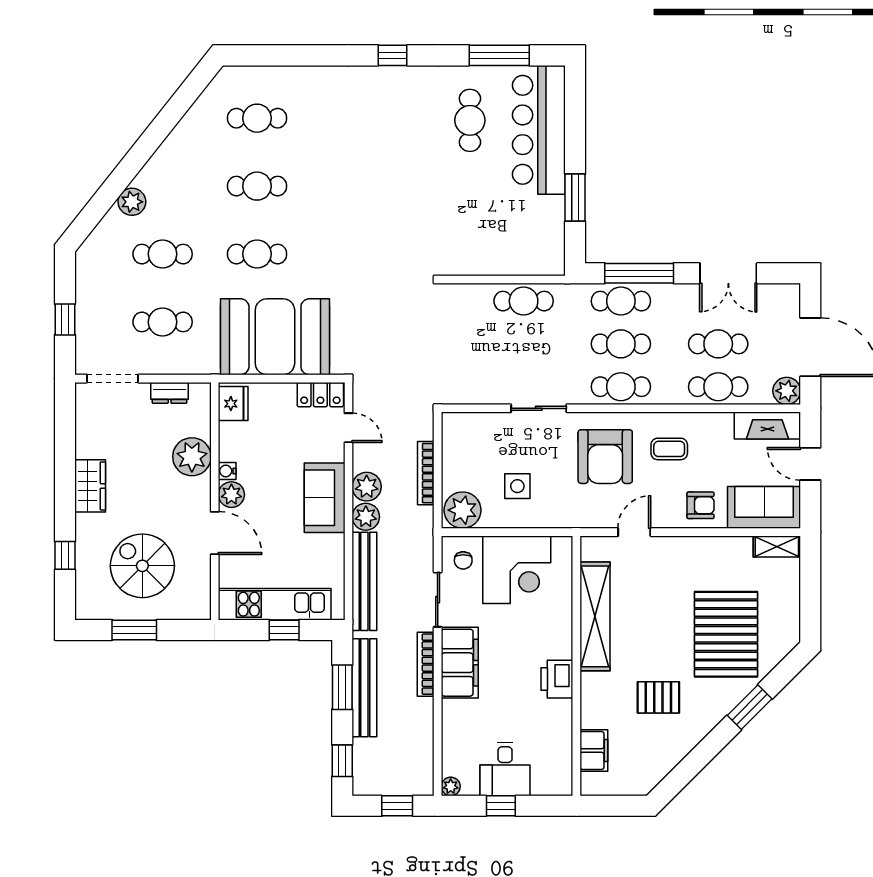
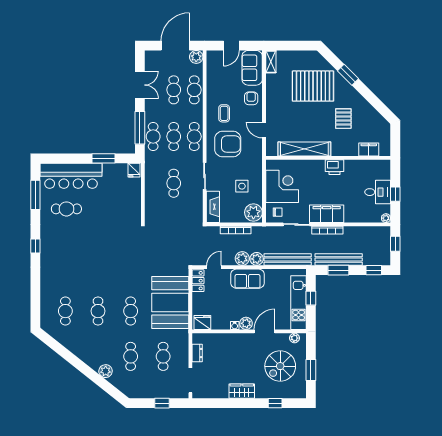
fridge: (551, 261) -> (134, 170), added
cafe table: (524, 301) -> (174, 183), moved
fireplace: (767, 426) -> (213, 207), moved
plant: (192, 457) -> (295, 338), moved, width x0.53, depth x0.53

